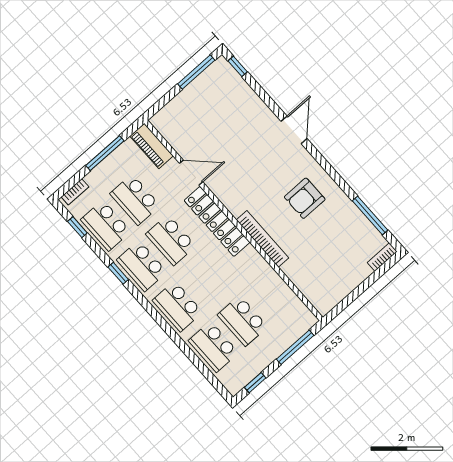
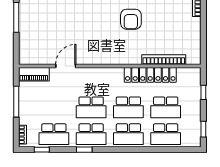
school desk: (135, 200) -> (128, 107), moved
locker: (217, 221) -> (150, 75), moved
bookcase: (263, 239) -> (164, 60), moved
window: (295, 347) -> (203, 92), width x0.46

